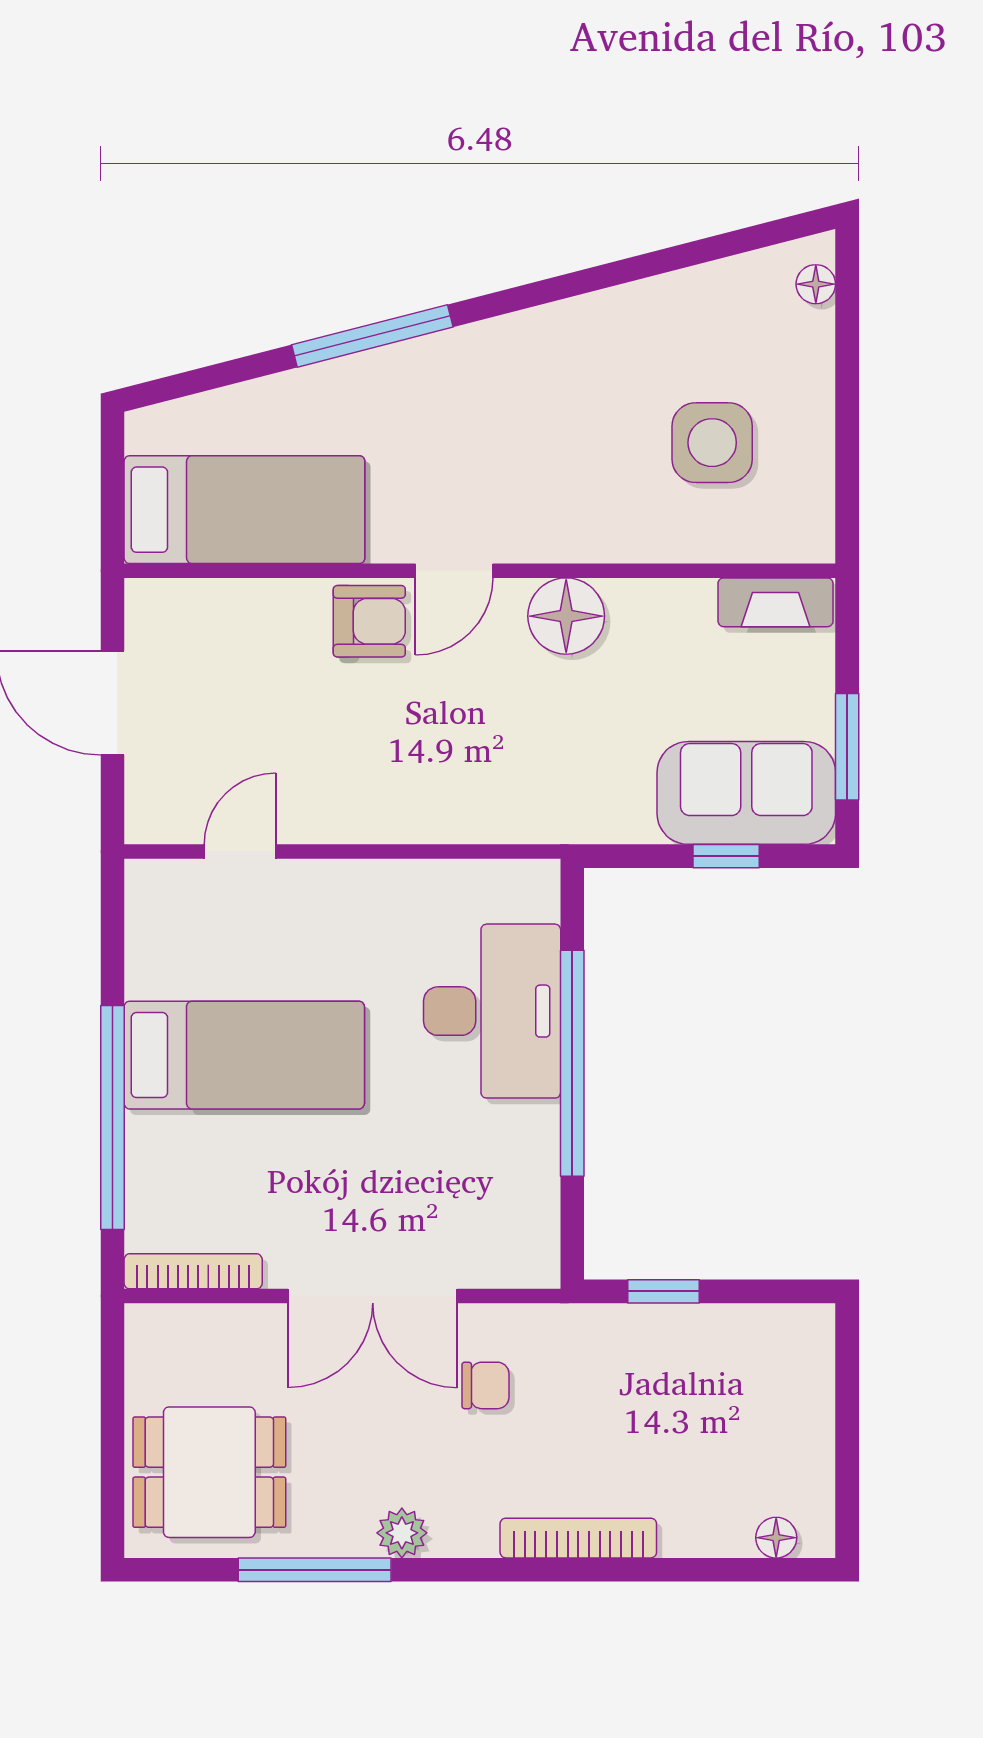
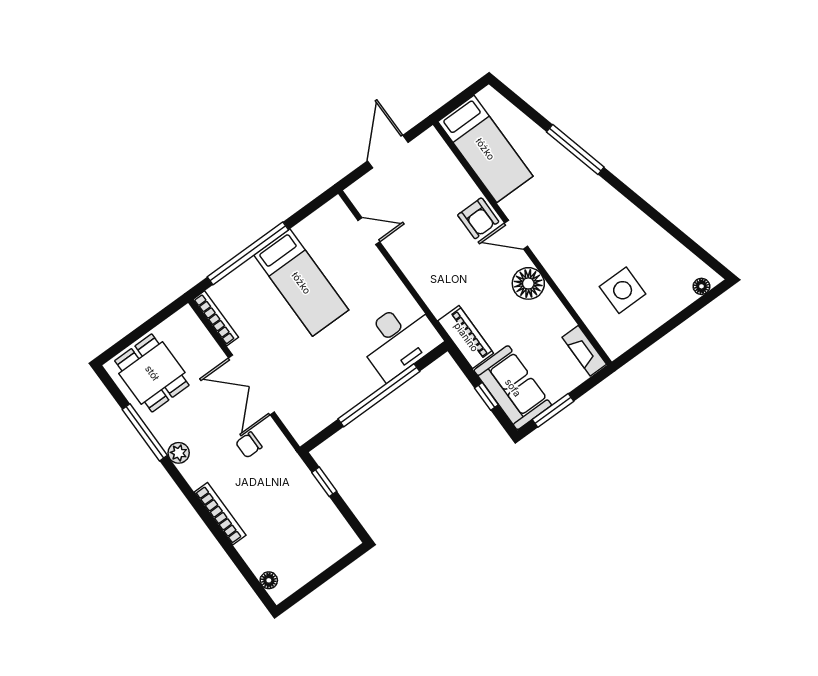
piano: (582, 813) -> (466, 337), added
desk: (492, 1011) -> (399, 339), moved
chair: (485, 1385) -> (249, 445), turned 90

